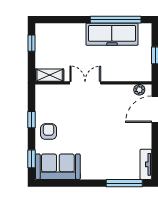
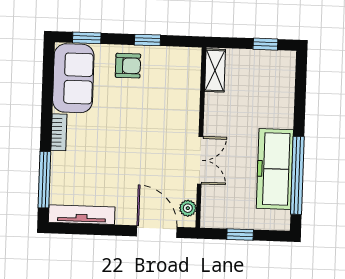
double door: (85, 83) -> (200, 160), moved
tv unit: (146, 164) -> (82, 215), width x1.41
bookcase: (93, 175) -> (59, 132), added

